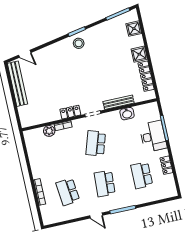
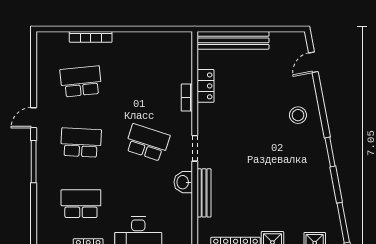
stool: (79, 43) -> (298, 115), moved
bench: (18, 84) -> (233, 40), moved
locker: (70, 112) -> (206, 86), moved
washbasin: (127, 114) -> (183, 182), moved
plant: (49, 131) -> (183, 74), removed

